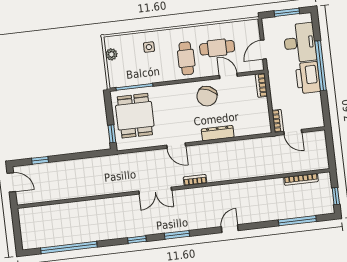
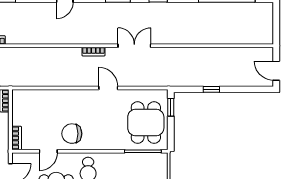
door: (228, 76) -> (48, 151), hinge flipped
chair: (207, 96) -> (72, 134), turned -114
dresser: (218, 133) -> (66, 96), removed
window: (40, 160) -> (211, 89), moved

